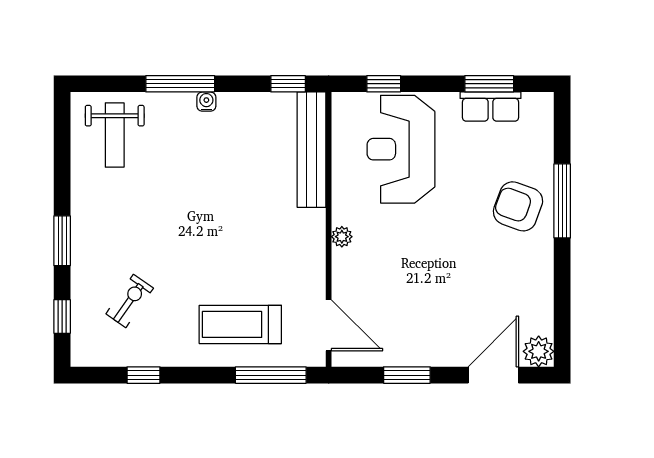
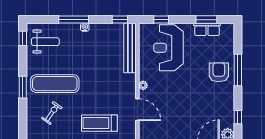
weight bench: (115, 135) -> (45, 42), turned -90
armchair: (518, 206) -> (219, 72), turned 70
exercise mat: (137, 233) -> (55, 84), added
window: (562, 311) -> (238, 117), added
window: (62, 316) -> (23, 38), moved
door: (329, 325) -> (137, 110), moved

